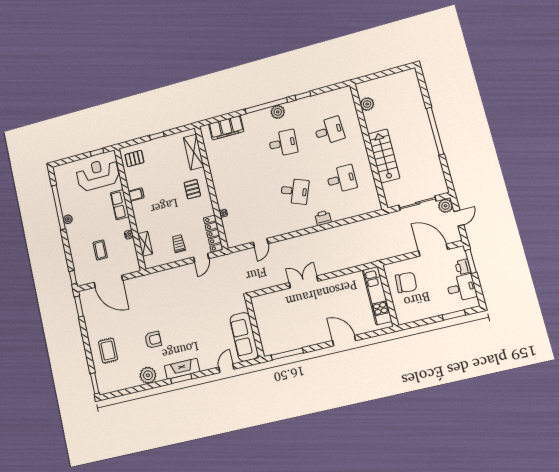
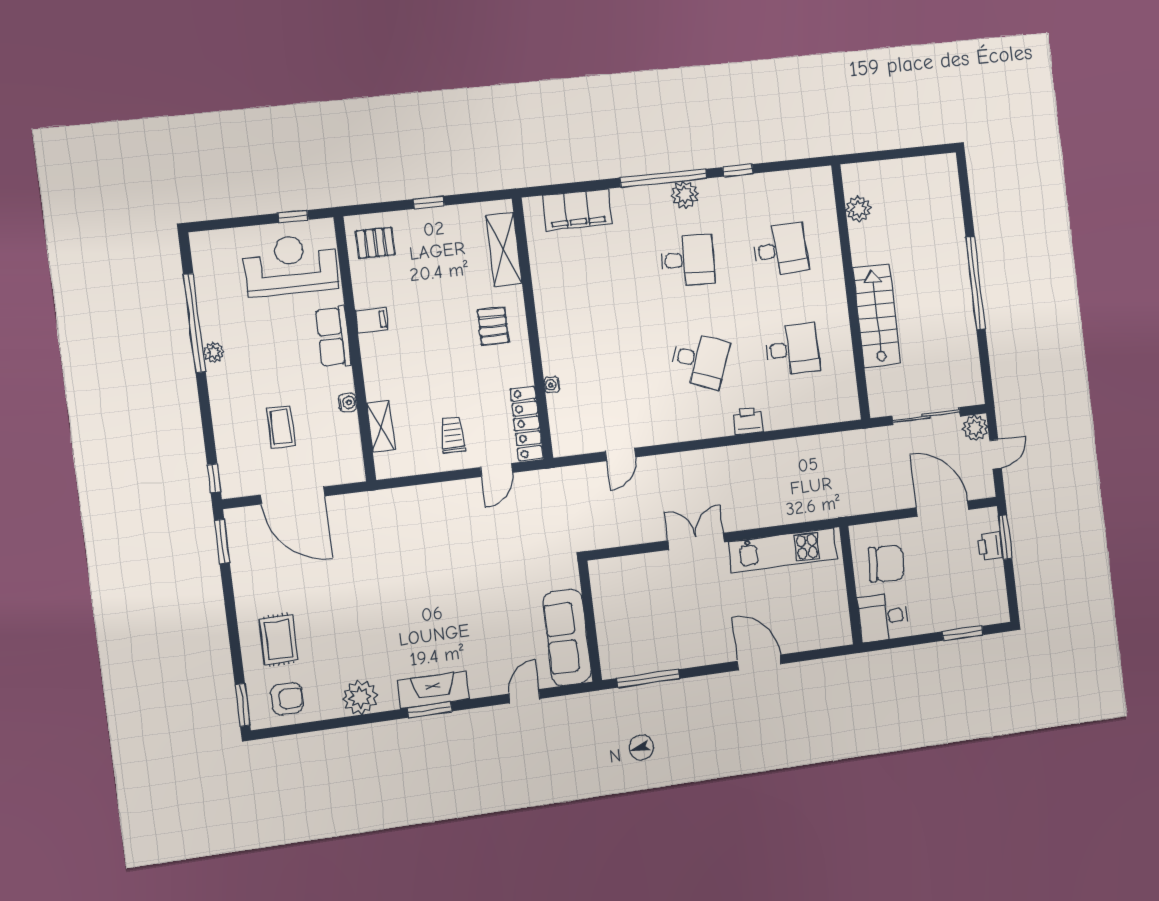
desk: (461, 288) -> (883, 617), moved, turned 180
kitchen unit: (377, 296) -> (783, 550), moved, turned -90
armchair: (153, 340) -> (287, 699), moved

